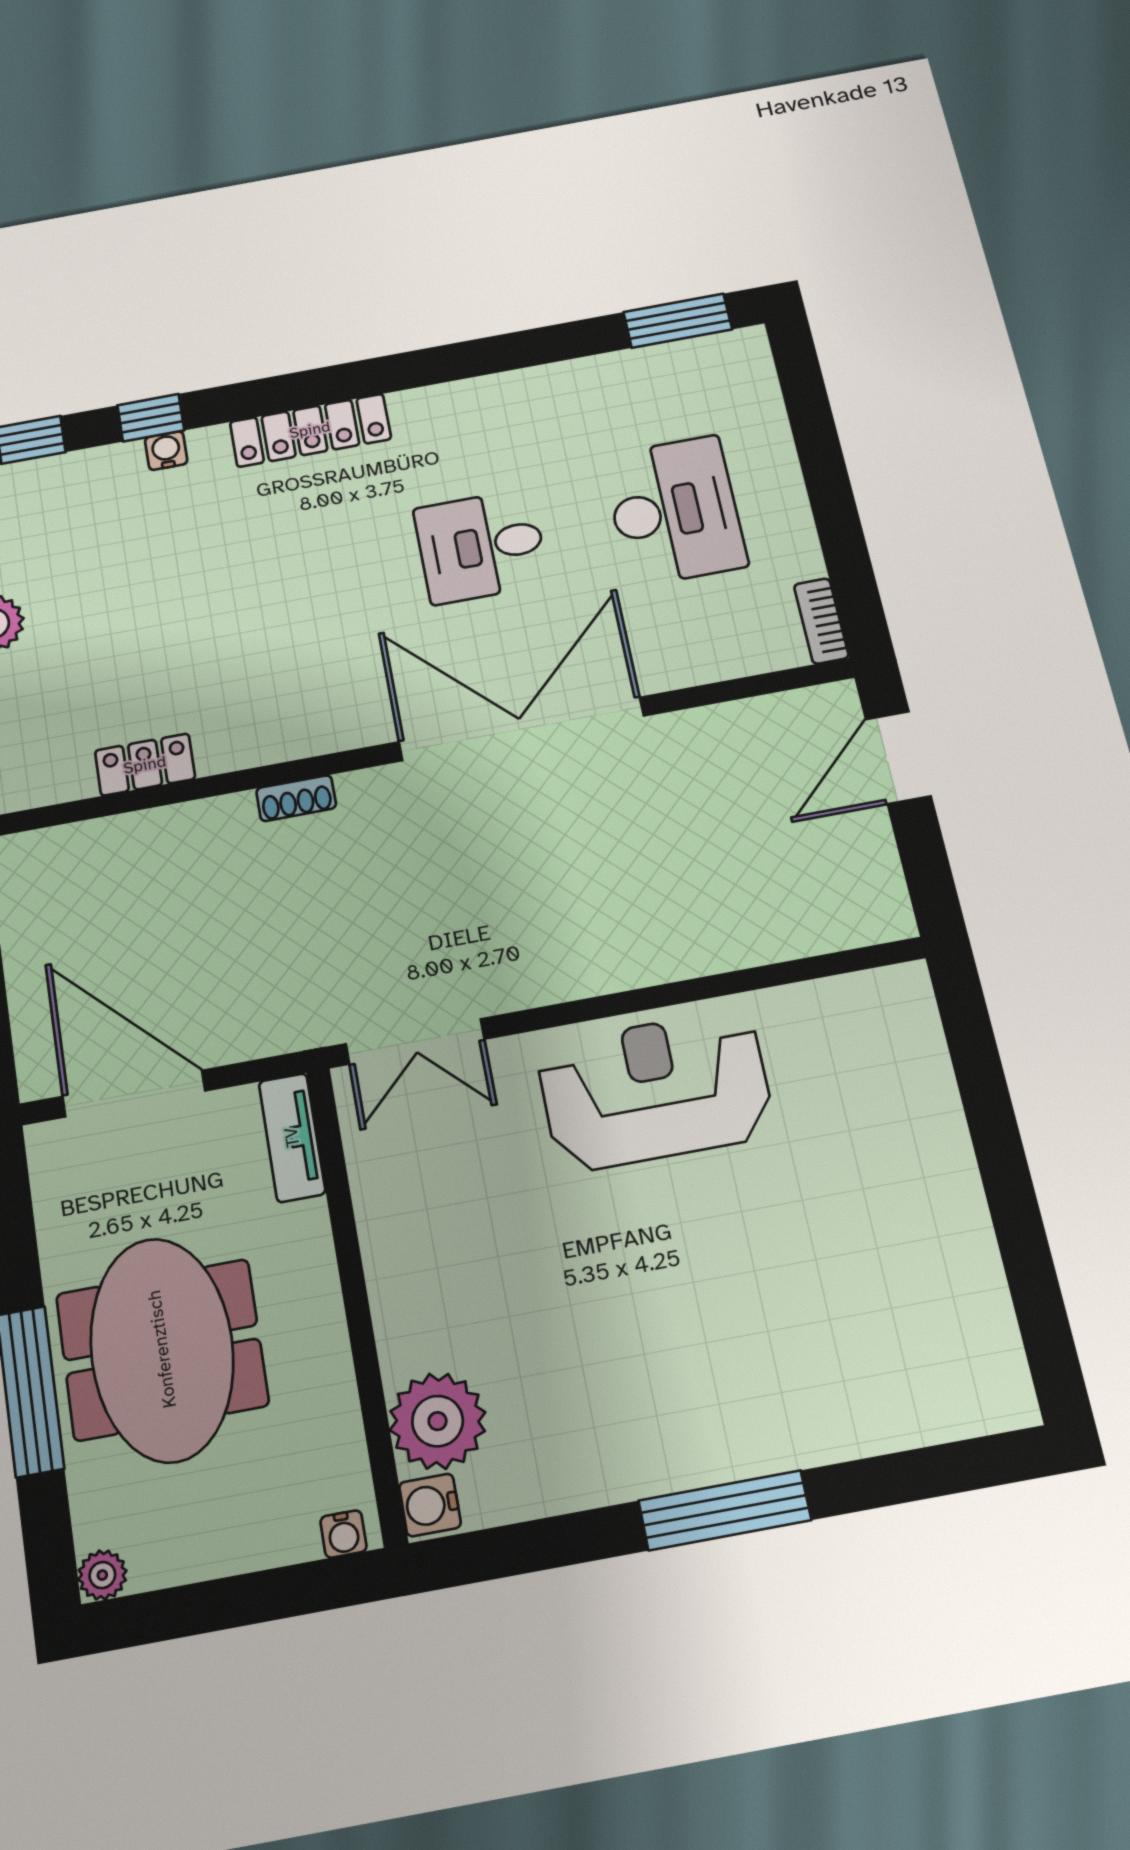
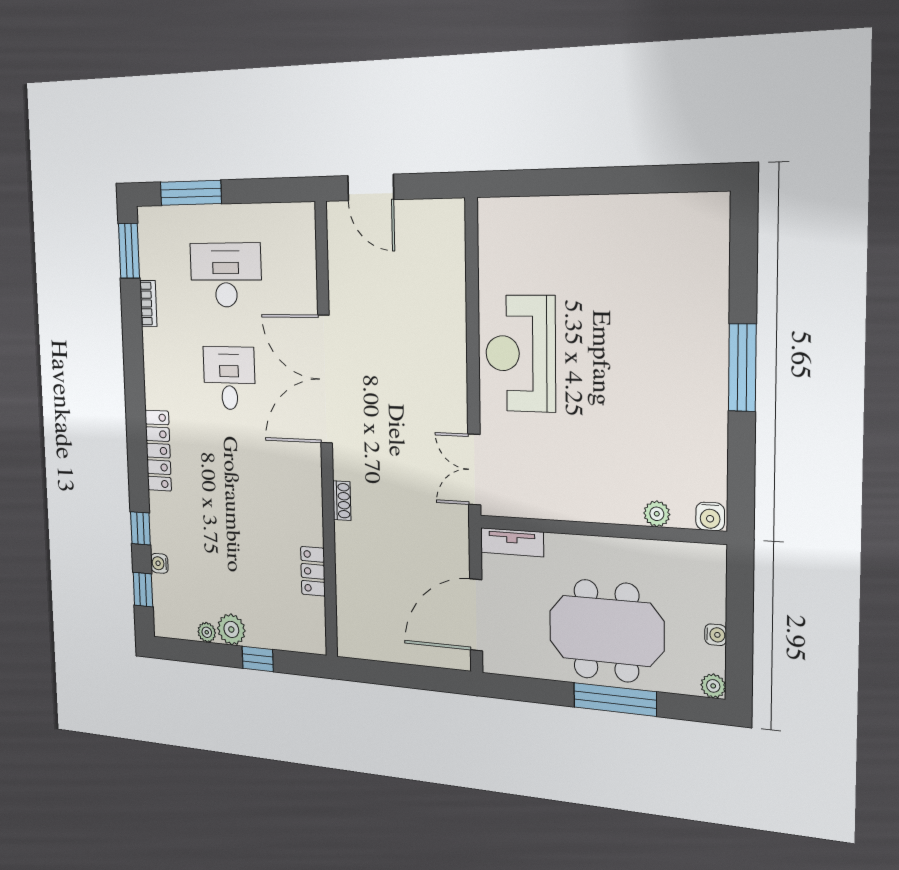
window: (812, 422) -> (191, 193), added
water cooler: (166, 451) -> (159, 563), moved
desk: (481, 546) -> (229, 378), turned 180
bookcase: (821, 621) -> (148, 303), moved, turned -90
double door: (415, 1041) -> (474, 470), swing flipped
plant: (438, 1421) -> (657, 514), width x0.53, depth x0.53
water cooler: (343, 1534) -> (716, 635), moved

